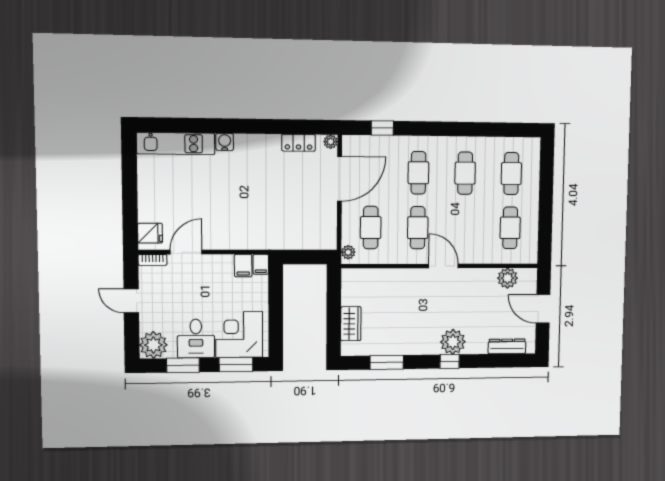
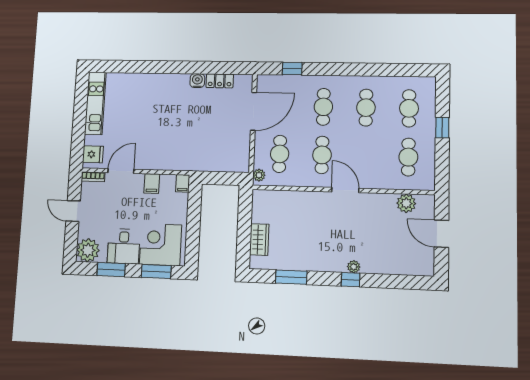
water cooler: (225, 142) -> (197, 81), moved
plant: (331, 142) -> (247, 80), removed
kitchen unit: (176, 144) -> (95, 103), moved, turned -90
window: (546, 195) -> (442, 128), added
filing cabinet: (243, 266) -> (152, 184), moved
plant: (453, 342) -> (354, 267), width x0.53, depth x0.53
dresser: (507, 346) -> (406, 268), removed

